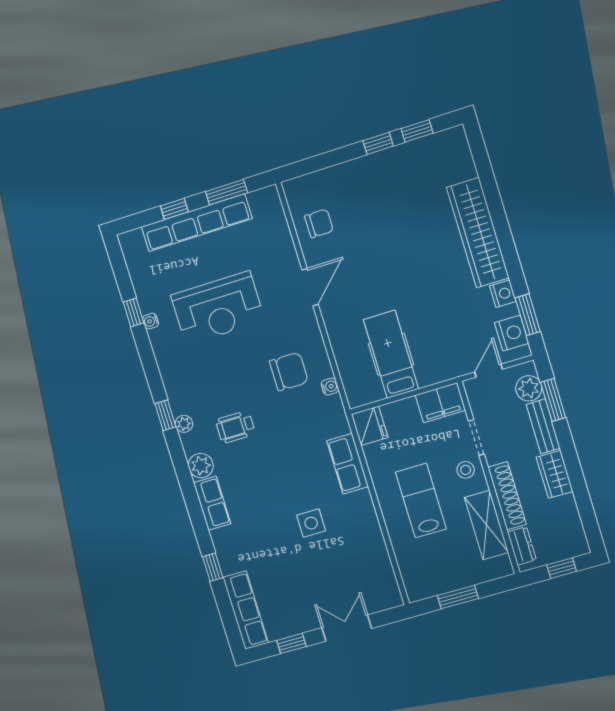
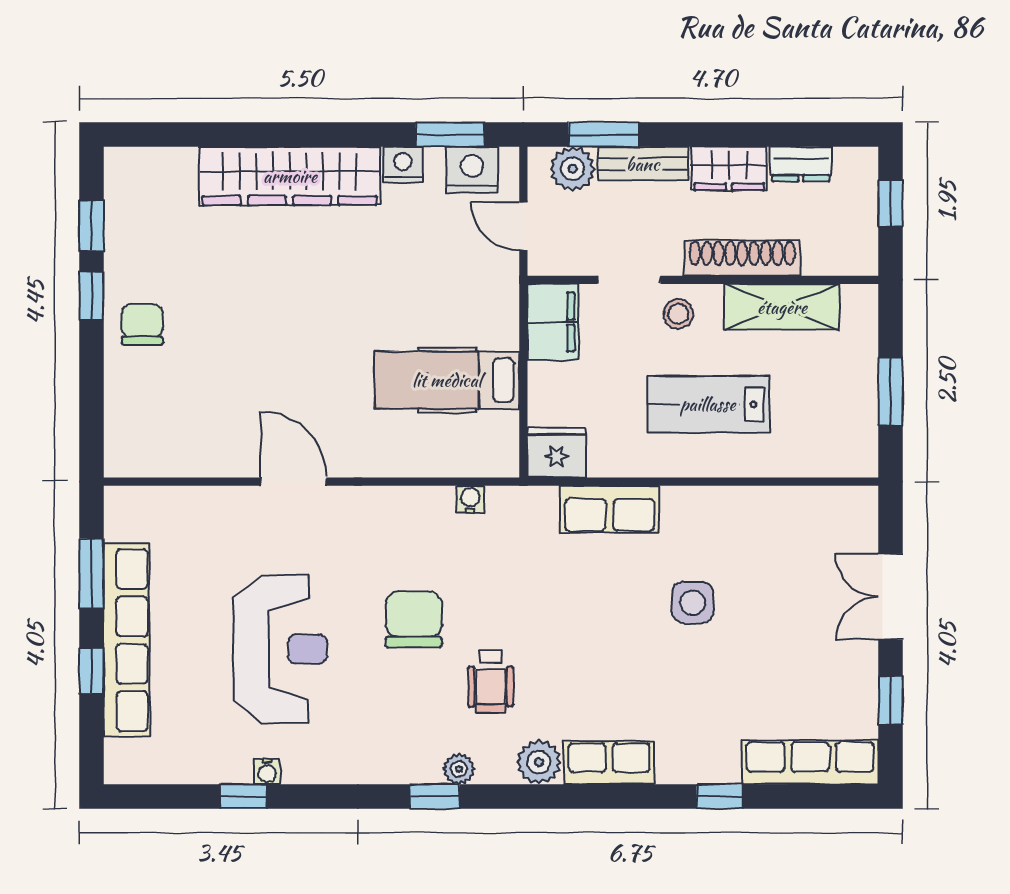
chair: (319, 223) -> (142, 324), moved
chair: (289, 372) -> (414, 619), moved
dresser: (522, 546) -> (801, 164), moved, turned 180

